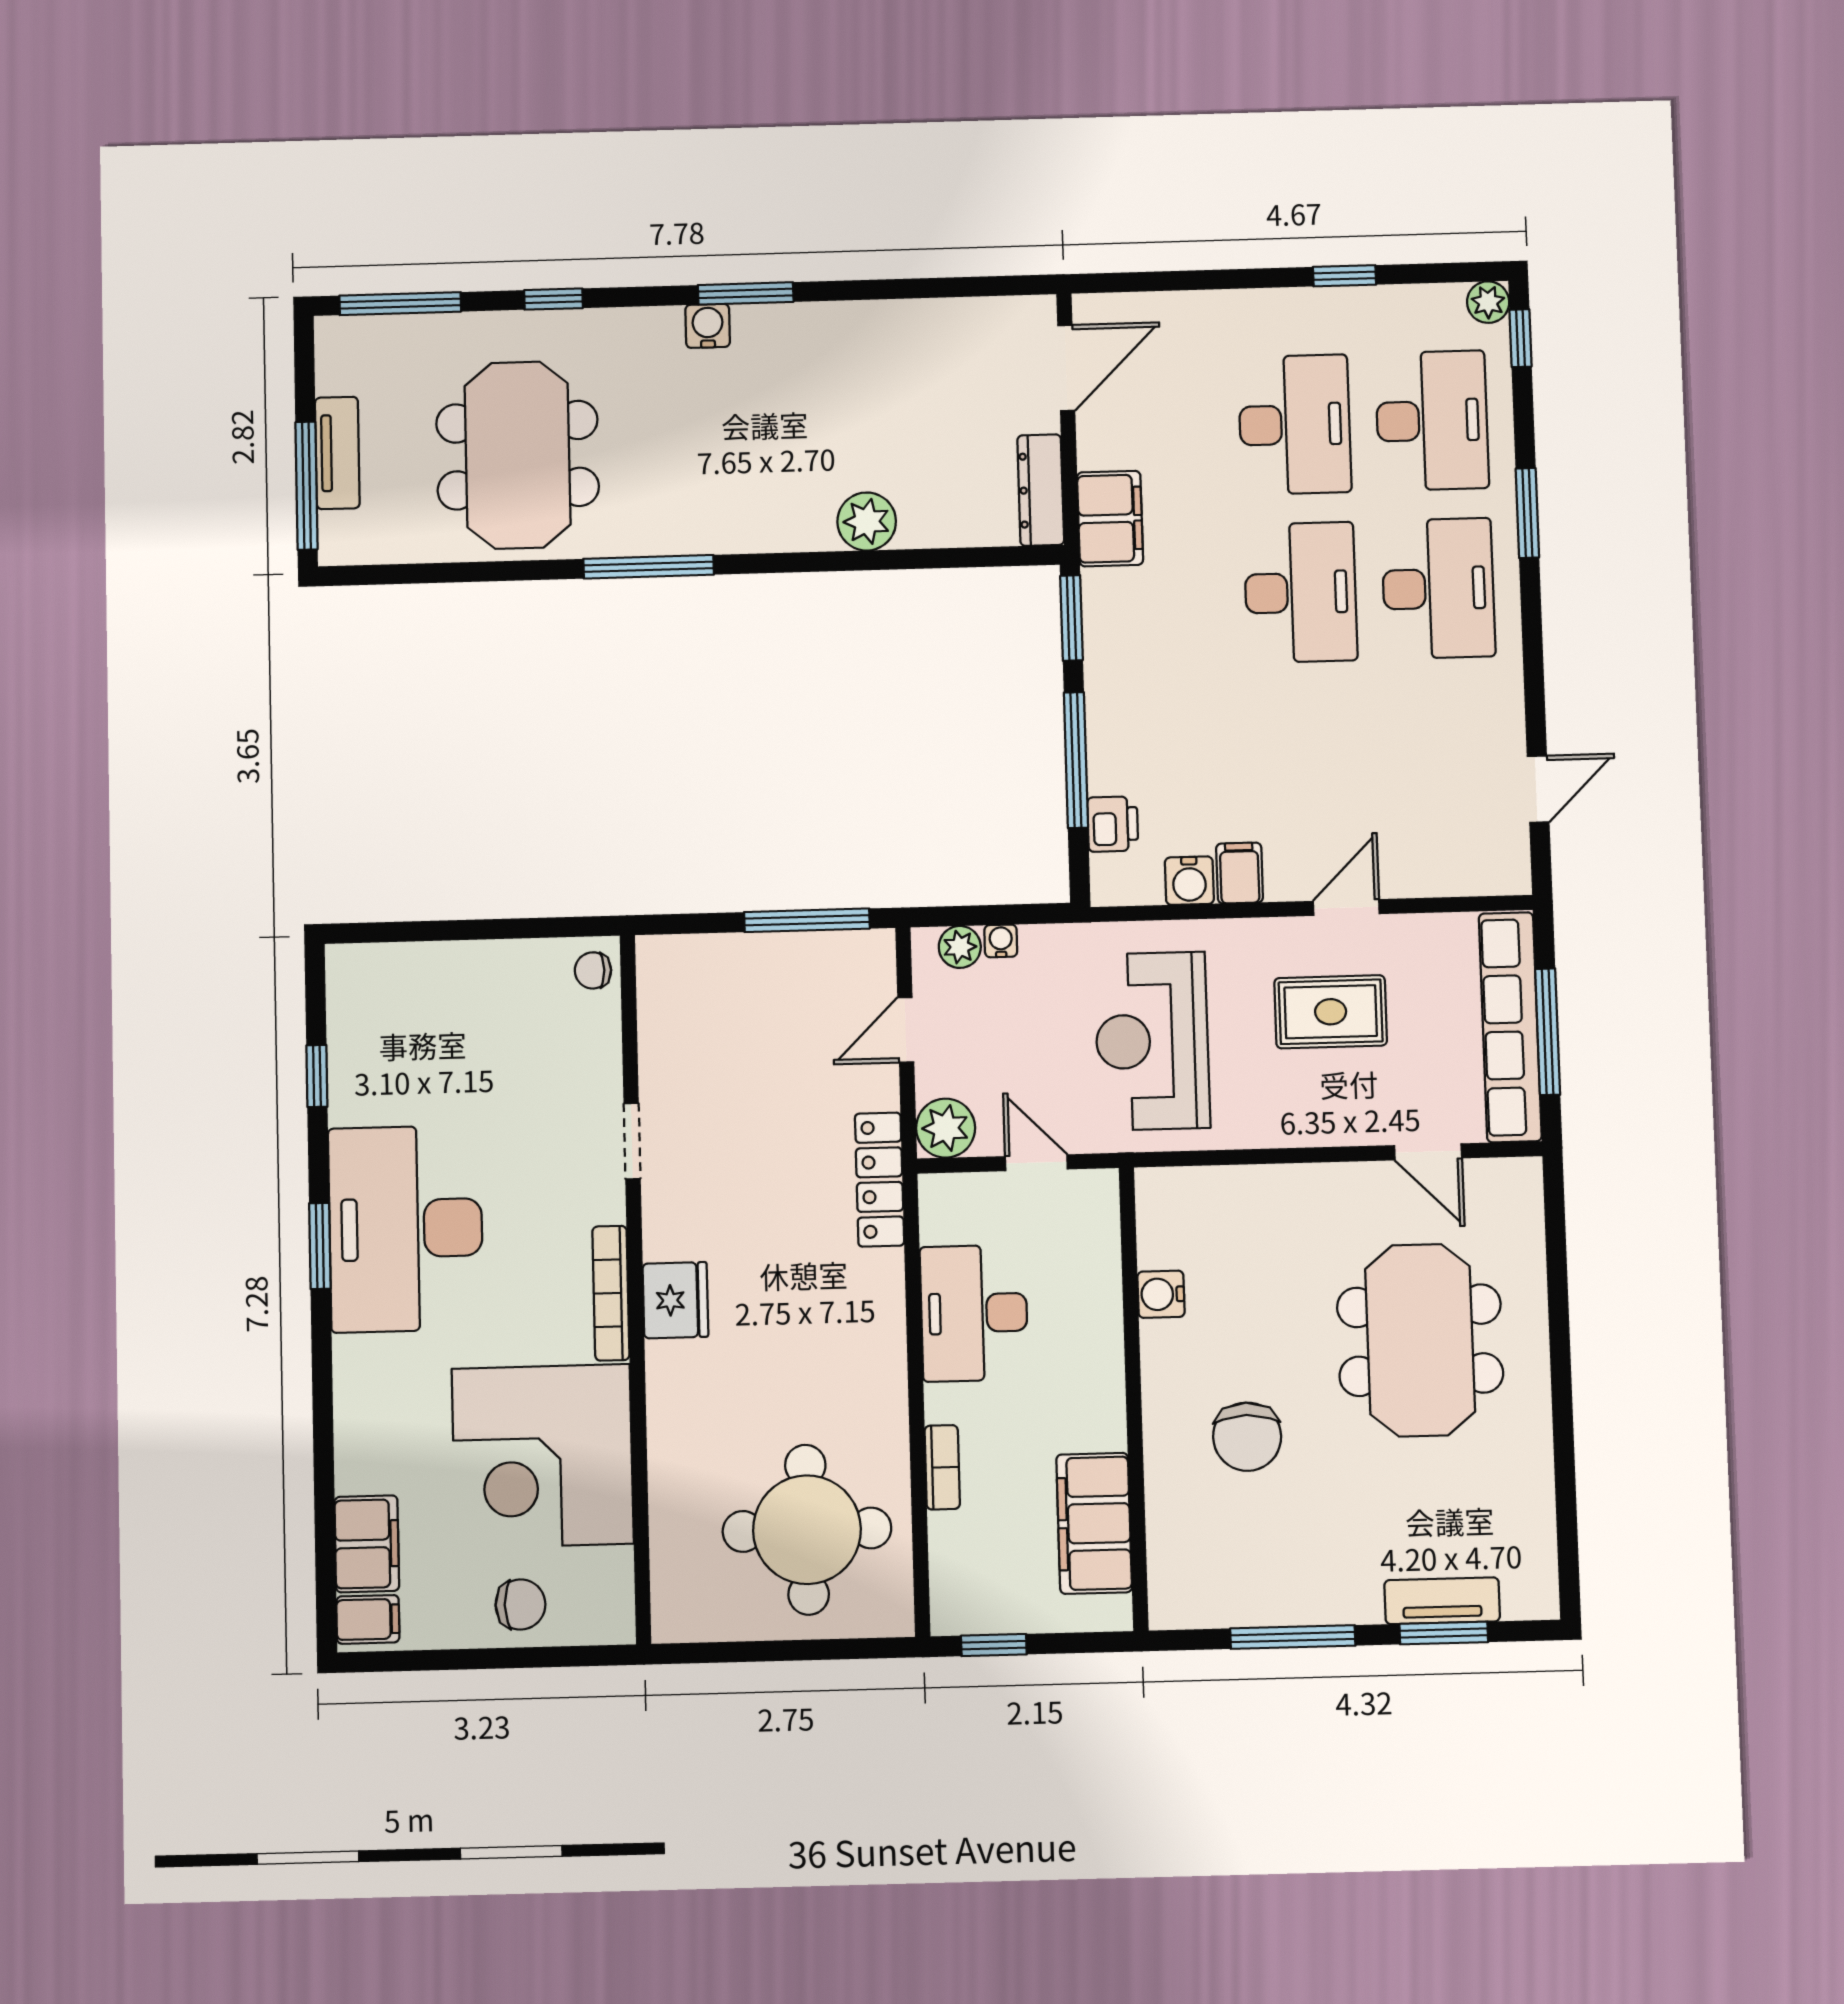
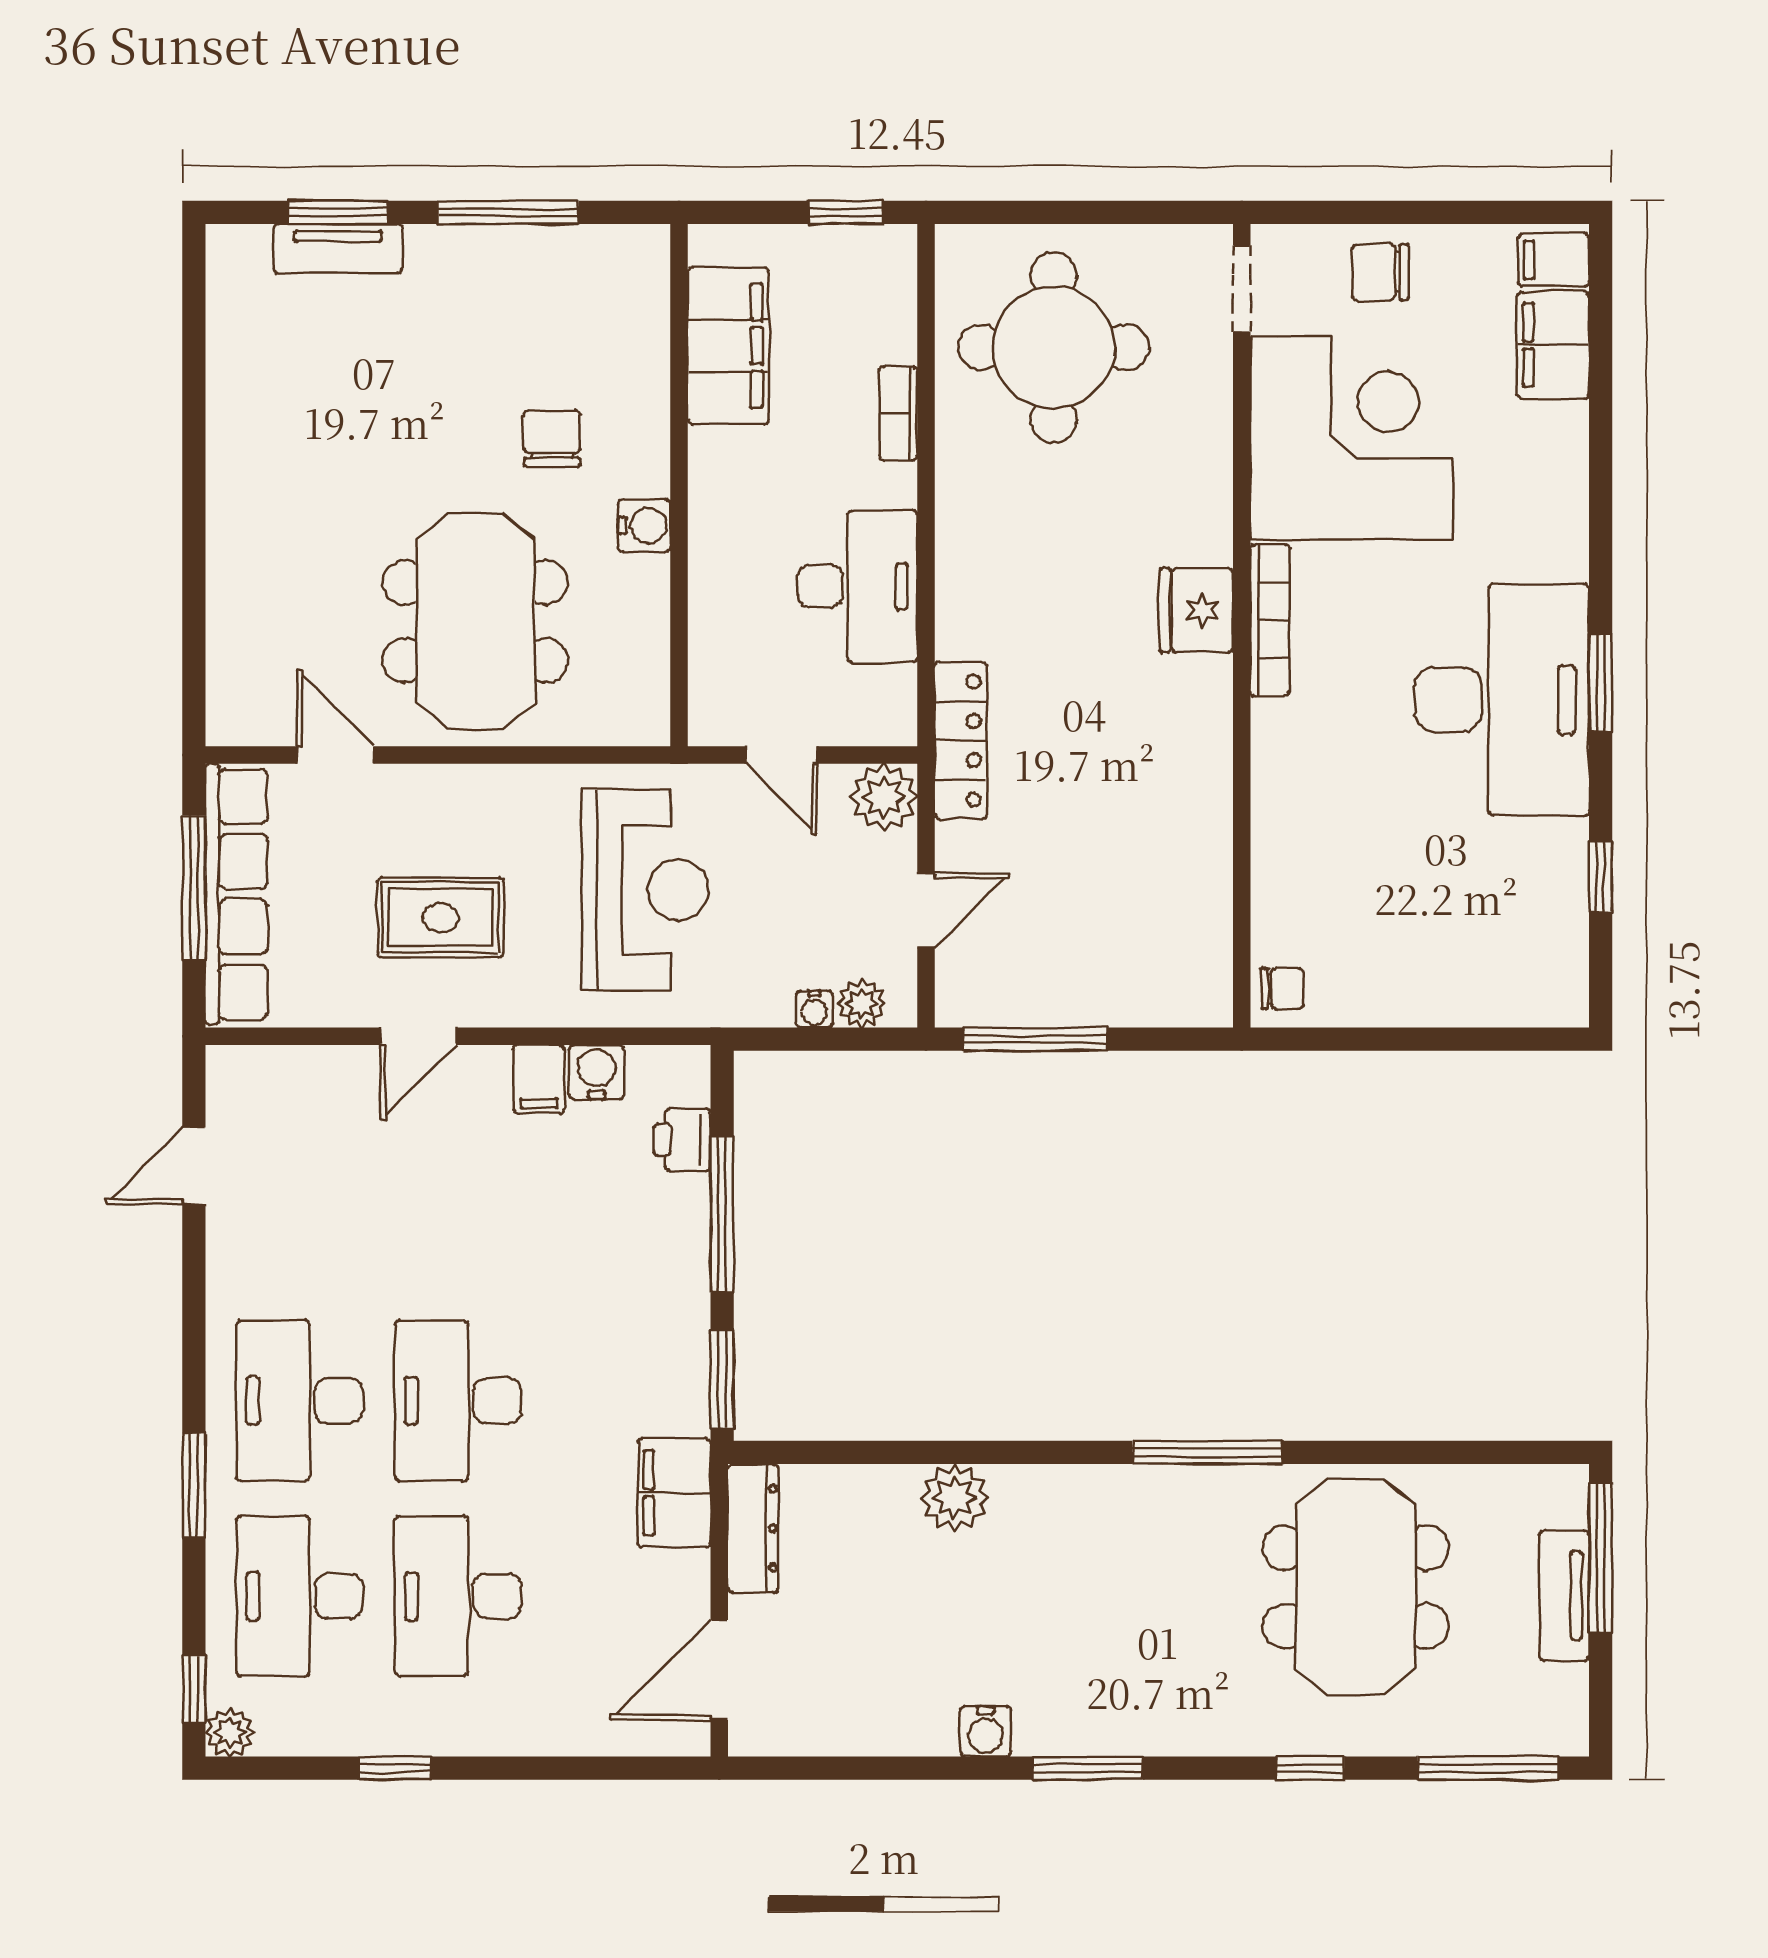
water cooler: (708, 326) -> (985, 1731), moved
doorway: (632, 1141) -> (1242, 289), moved
water cooler: (1161, 1294) -> (644, 525), moved
meeting table: (1420, 1340) -> (475, 621), moved
chair: (1247, 1437) -> (552, 438), width x0.73, depth x0.73

